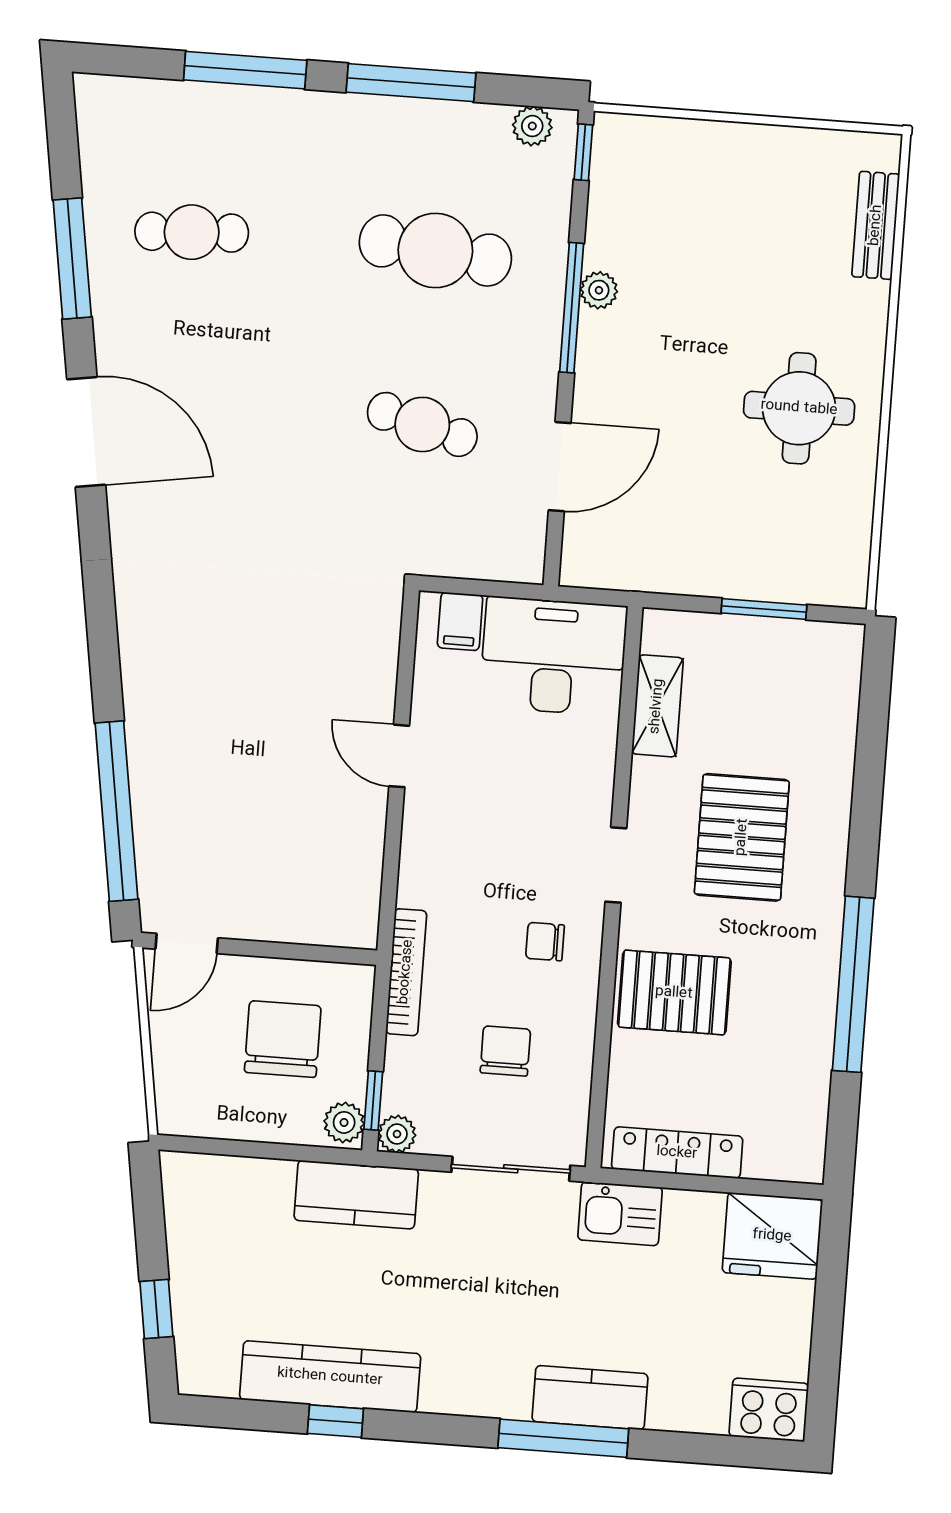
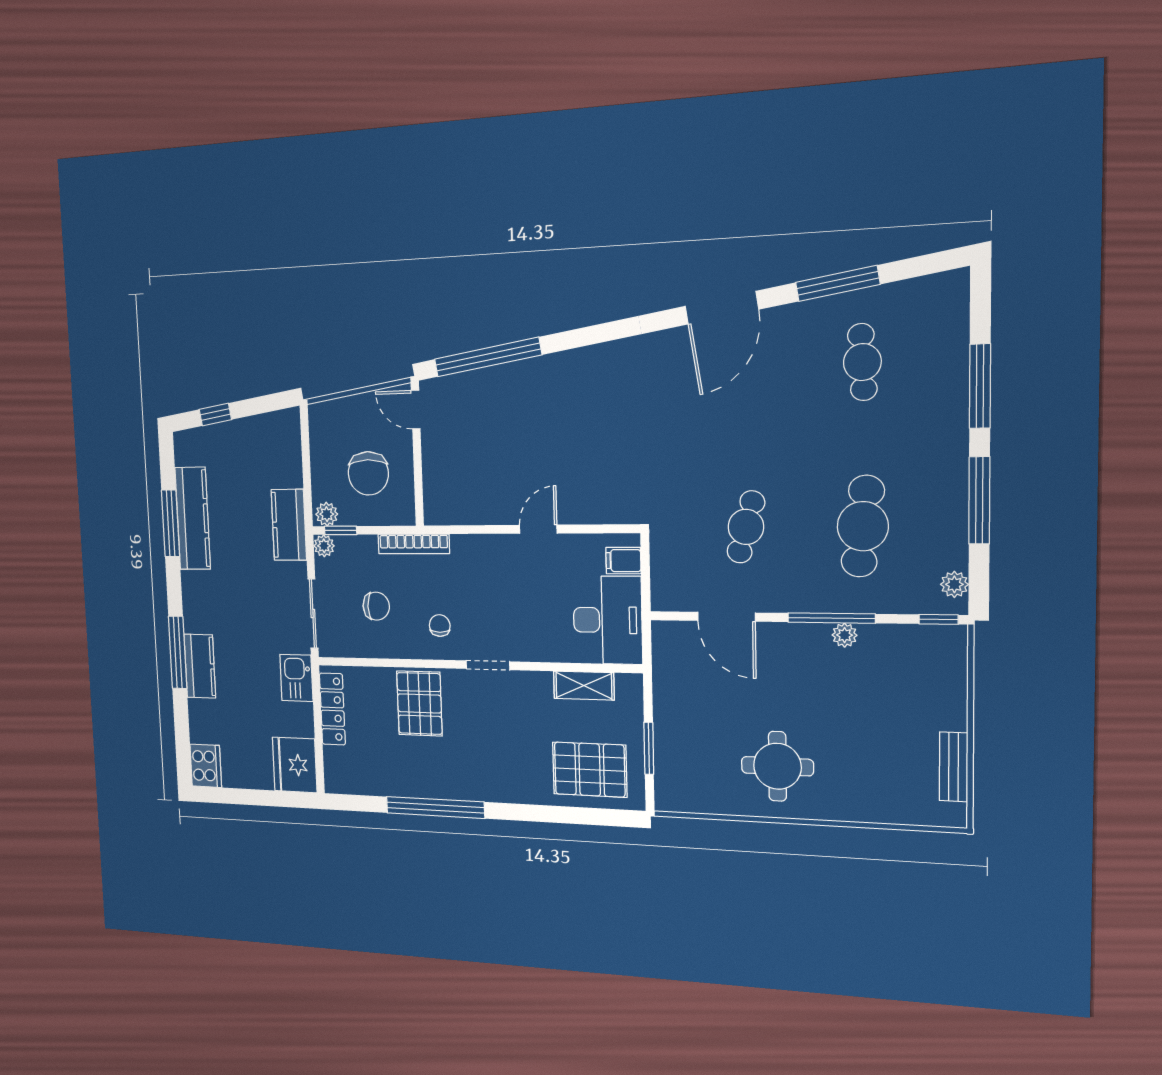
bench: (876, 225) -> (953, 767), moved, turned 90
pallet: (742, 837) -> (590, 770), moved
chair: (283, 1039) -> (368, 473), turned 90
window: (335, 1421) -> (171, 523), width x2.17

